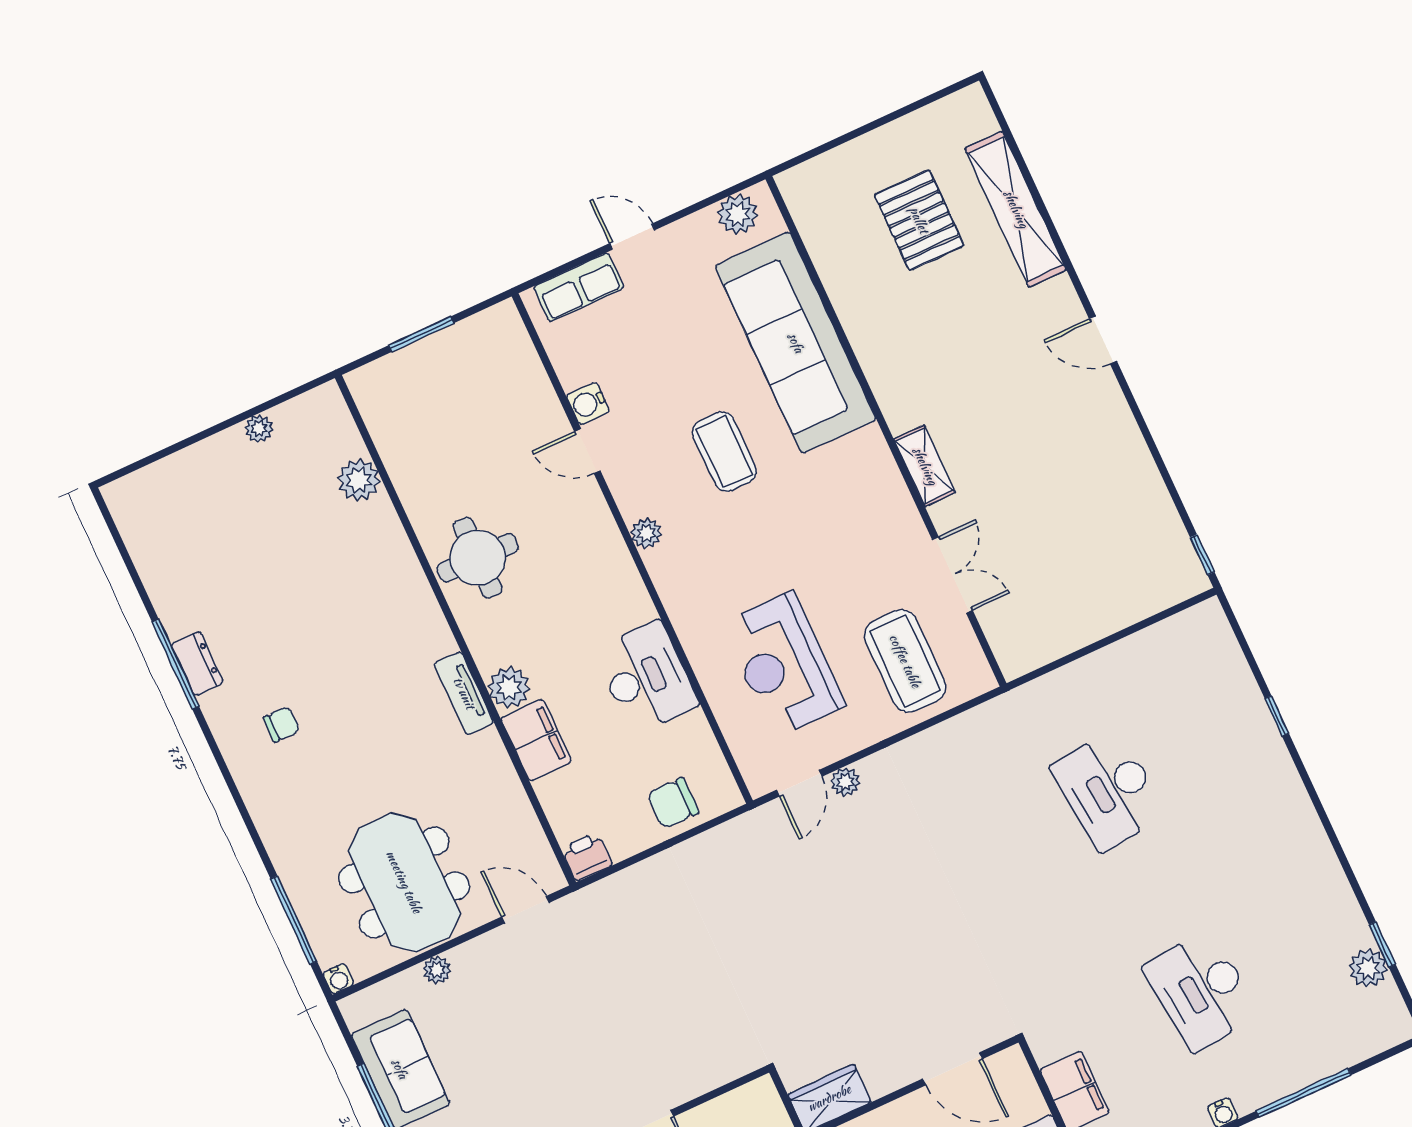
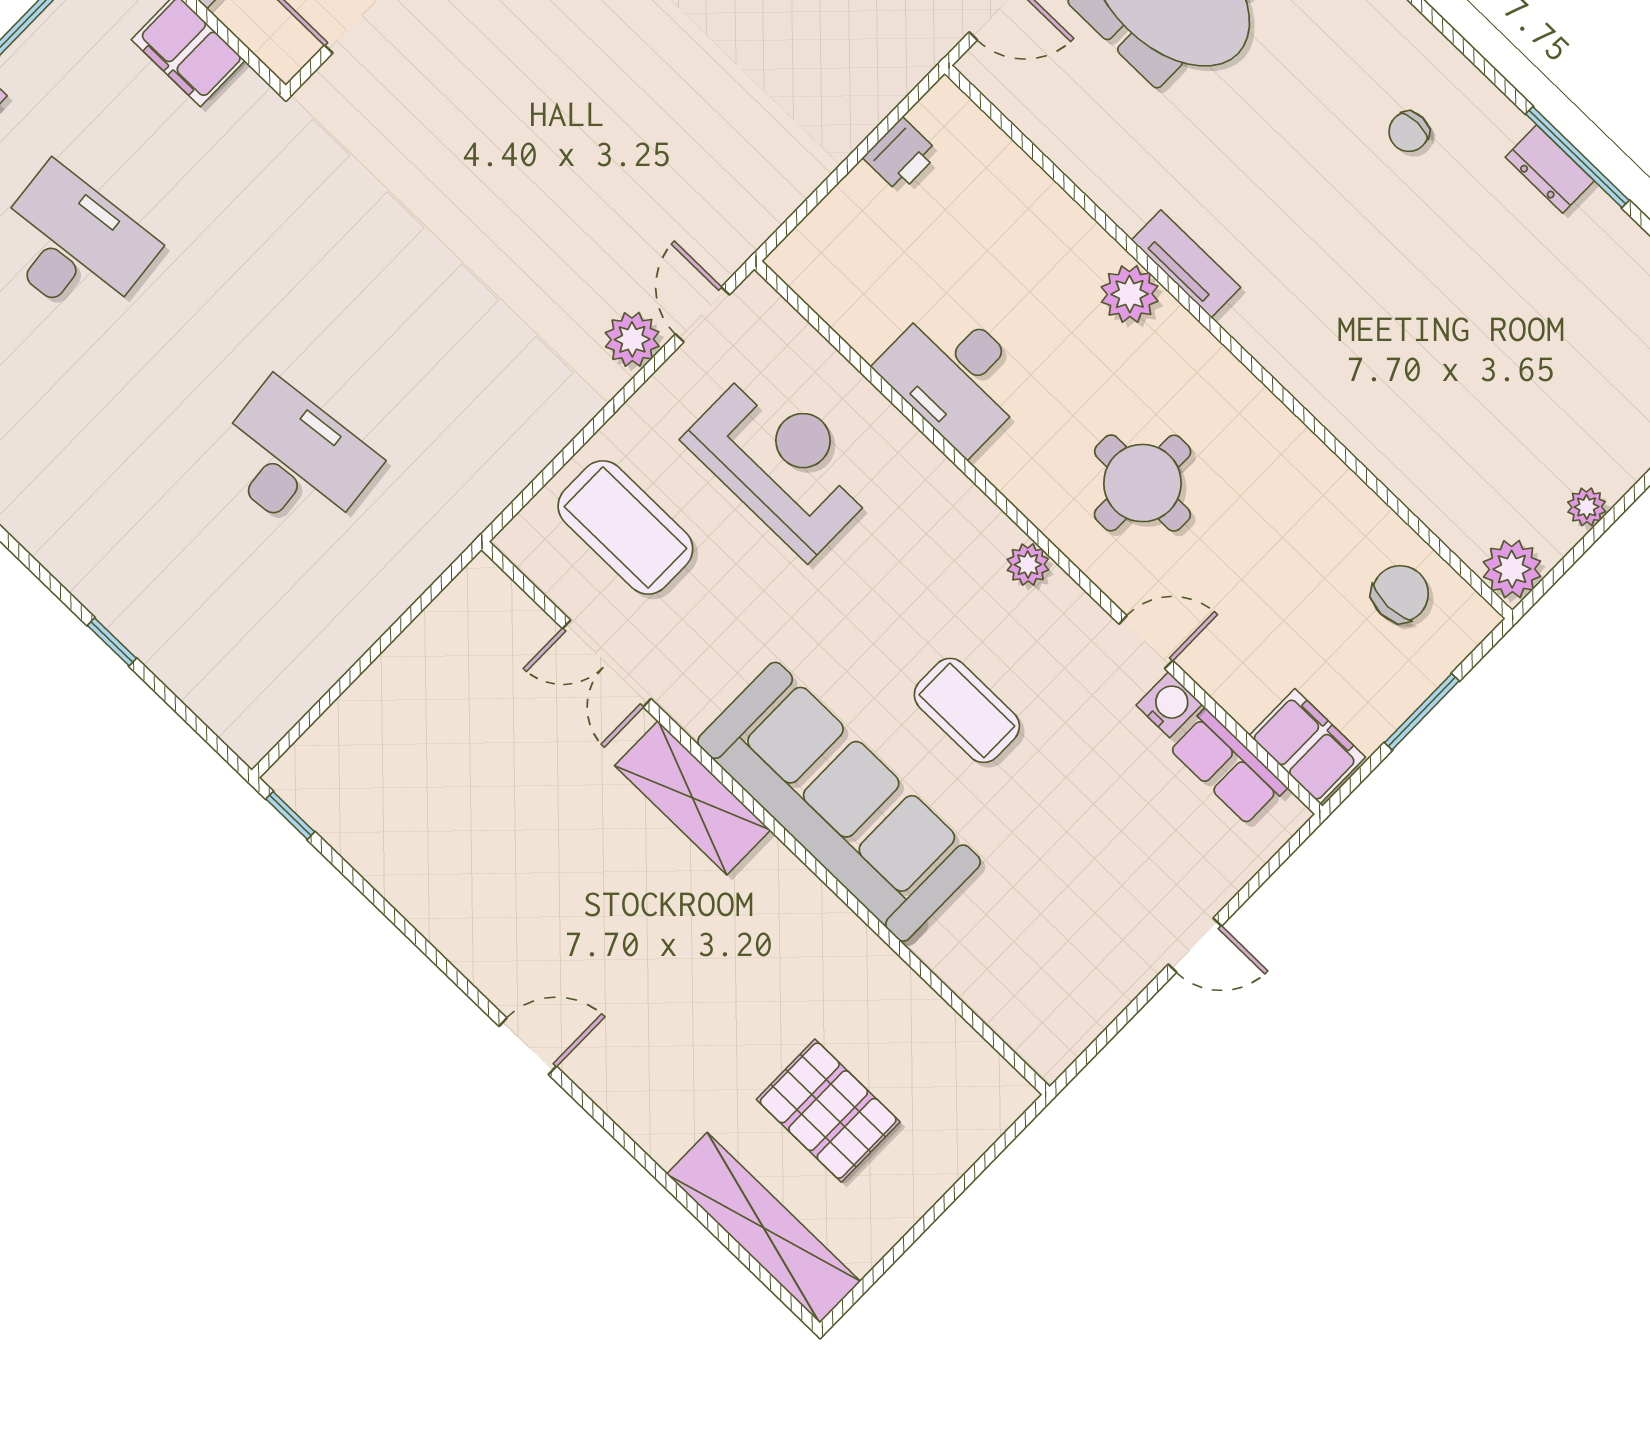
shelving: (1016, 209) -> (764, 1228), moved
plant: (738, 214) -> (1068, 1027), removed
row of seats: (579, 287) -> (1227, 767), moved, turned -90
sofa: (796, 343) -> (839, 802), moved
shelving: (925, 466) -> (692, 798), width x1.50, depth x1.33
plant: (359, 480) -> (1512, 569), moved
round table: (478, 558) -> (1142, 483), moved
filing cabinet: (536, 740) -> (1307, 746), moved, turned 180
plant: (845, 782) -> (632, 339), width x1.38, depth x1.38
chair: (673, 803) -> (1400, 594), moved
printer: (587, 857) -> (901, 155), moved

